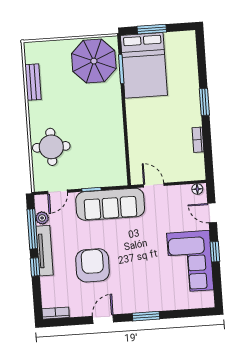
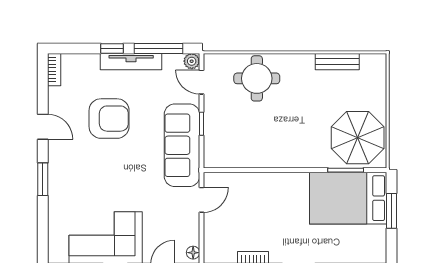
plant: (42, 218) -> (192, 61), moved

